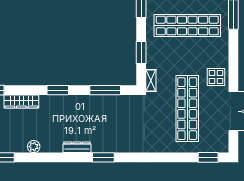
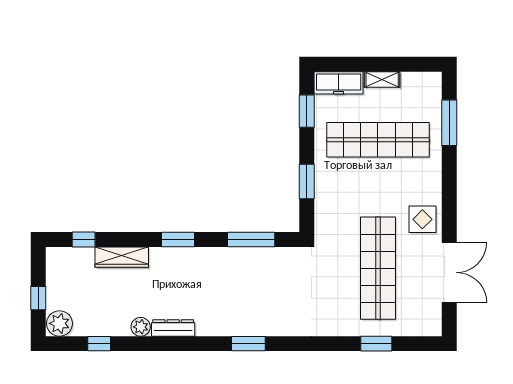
shelving: (151, 80) -> (322, 225), removed
dresser: (77, 147) -> (173, 328), moved
window: (208, 157) -> (376, 344), moved

